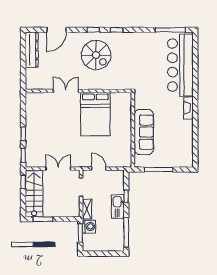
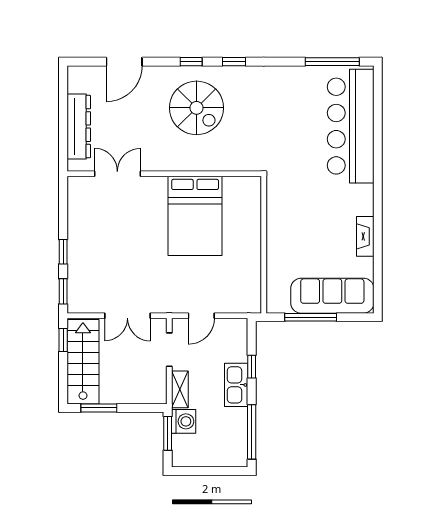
dresser: (32, 50) -> (79, 127), moved
double door: (66, 91) -> (117, 174), moved
fireplace: (188, 108) -> (365, 236), moved
sofa: (144, 132) -> (332, 296), moved, turned -90
double door: (58, 169) -> (127, 316), swing flipped
door: (99, 169) -> (201, 316), swing flipped

